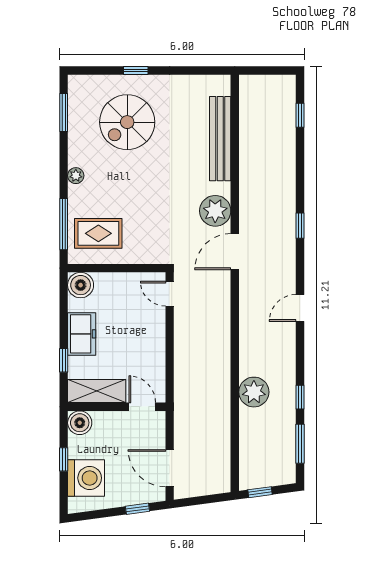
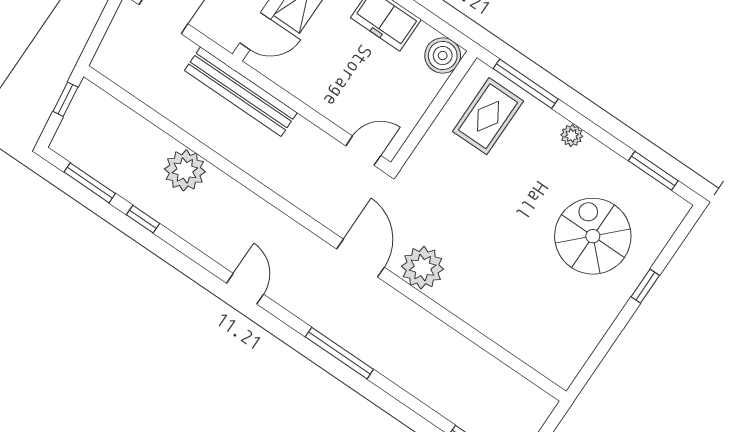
bench: (220, 139) -> (241, 92), moved
window: (300, 226) -> (339, 353), width x2.17

